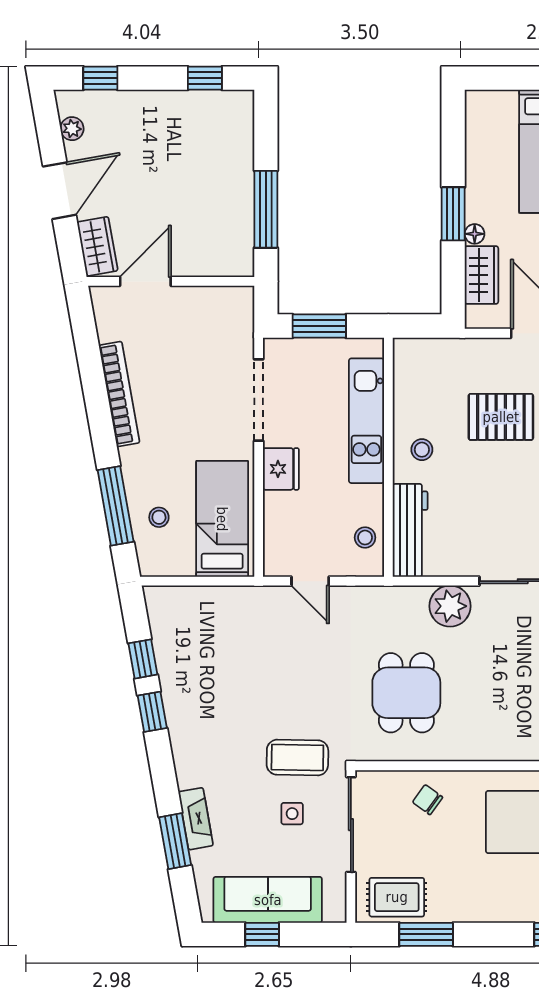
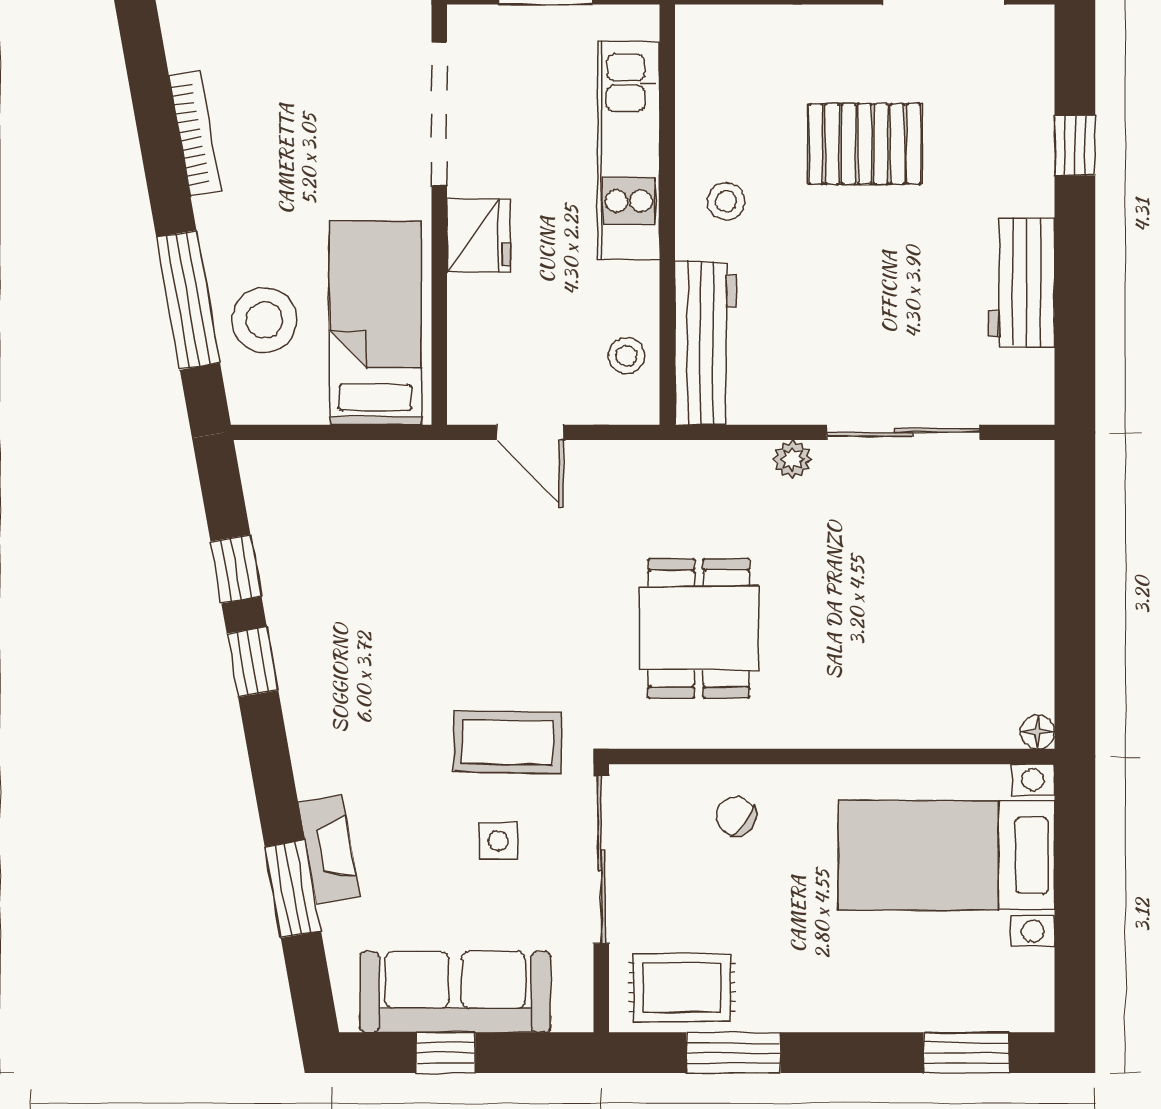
bookcase: (119, 394) -> (195, 134), width x0.68, depth x0.76
stool: (159, 517) -> (264, 320), width x1.89, depth x1.89
plant: (450, 606) -> (792, 459), width x0.53, depth x0.53

